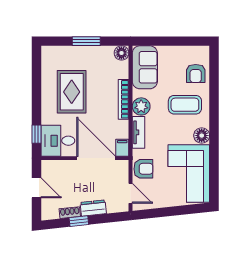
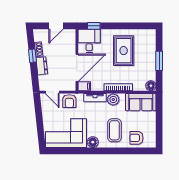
rug: (72, 92) -> (124, 51), turned 90
door: (131, 193) -> (52, 92), hinge flipped

